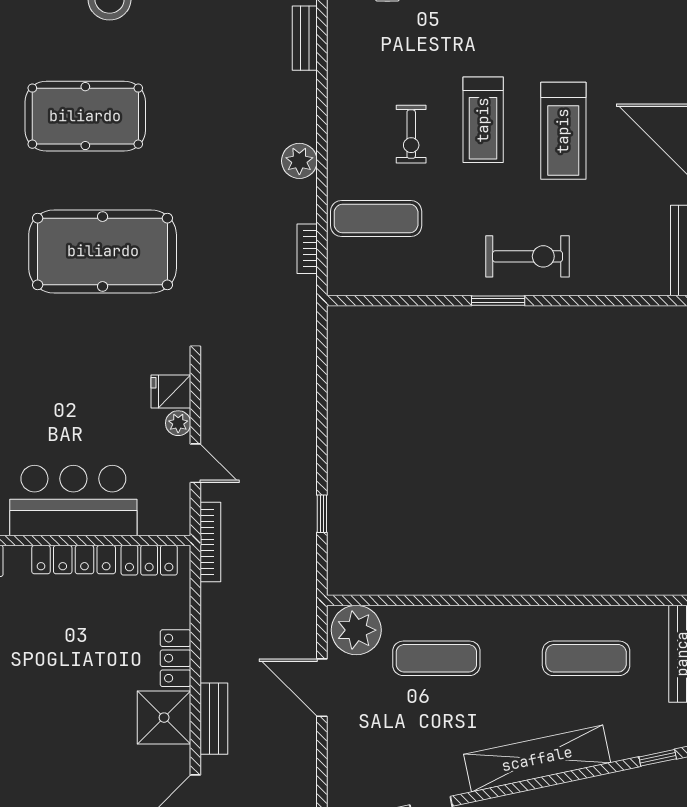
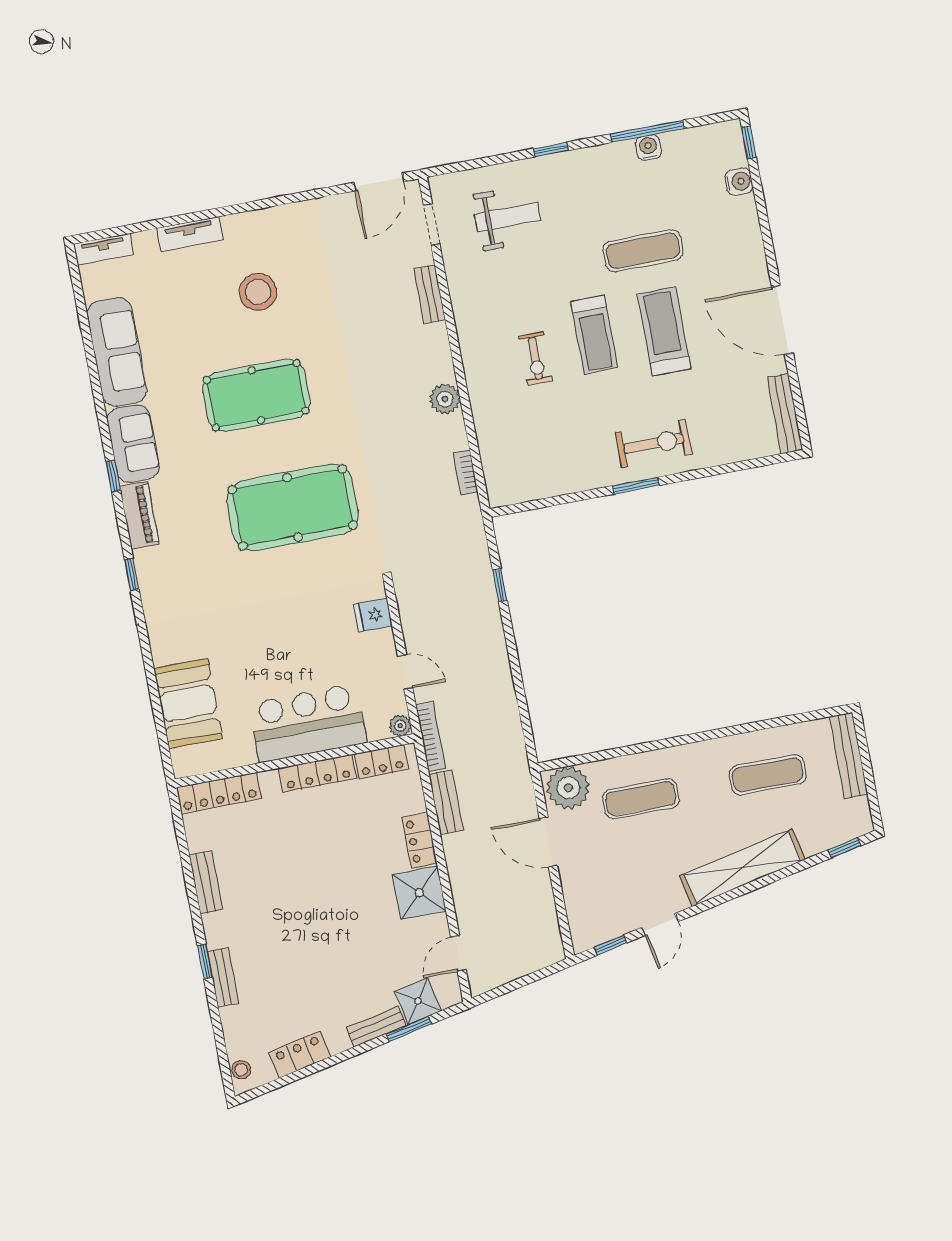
treadmill: (563, 131) -> (664, 331), turned 180
exercise mat: (376, 219) -> (643, 251), moved
plant: (178, 423) -> (400, 726), moved
window: (322, 514) -> (500, 585), moved
bench: (214, 719) -> (446, 802), moved

